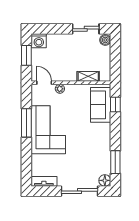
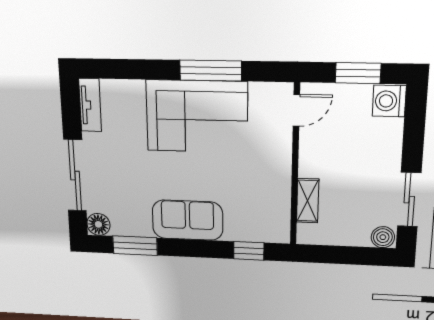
plant: (60, 89) -> (283, 143), removed
sofa: (101, 105) -> (188, 220), moved

